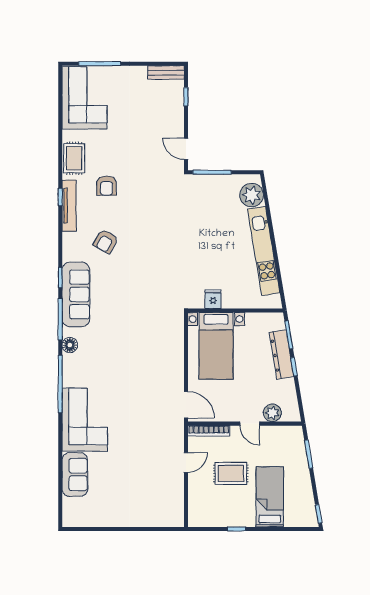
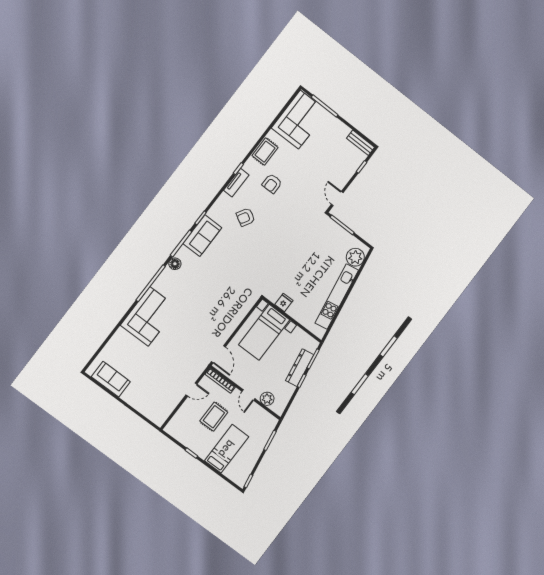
tv unit: (69, 206) -> (236, 183), width x0.71
sofa: (76, 294) -> (202, 236), width x0.73
rug: (231, 473) -> (214, 417), turned 90
sofa: (75, 474) -> (111, 379), moved, turned -90

